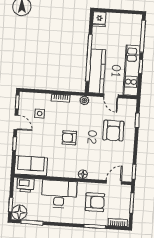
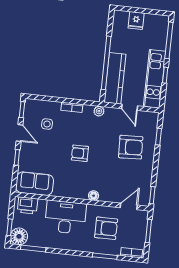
fridge: (99, 19) -> (136, 21), moved
armchair: (113, 131) -> (131, 147), turned -92

